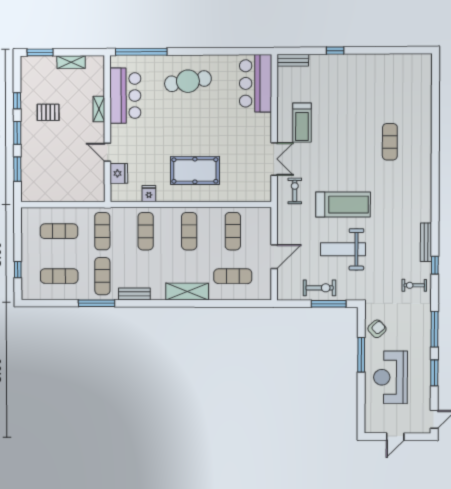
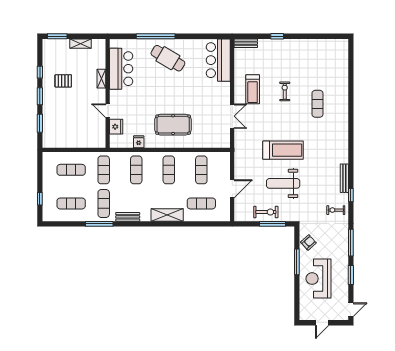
window: (141, 52) -> (156, 36), moved
cafe table: (188, 81) -> (168, 58), turned 40
exercise bike: (295, 191) -> (285, 91), moved

